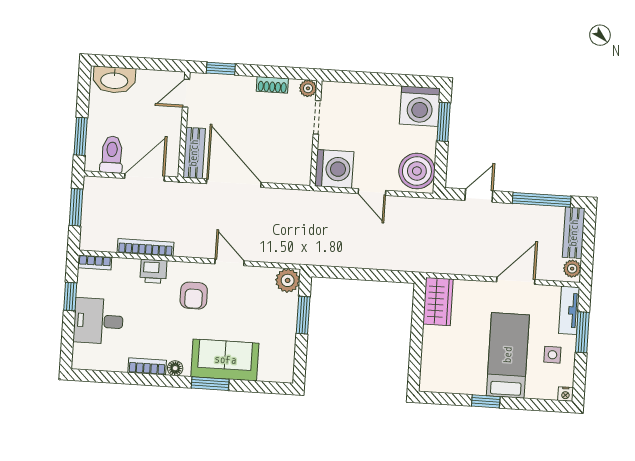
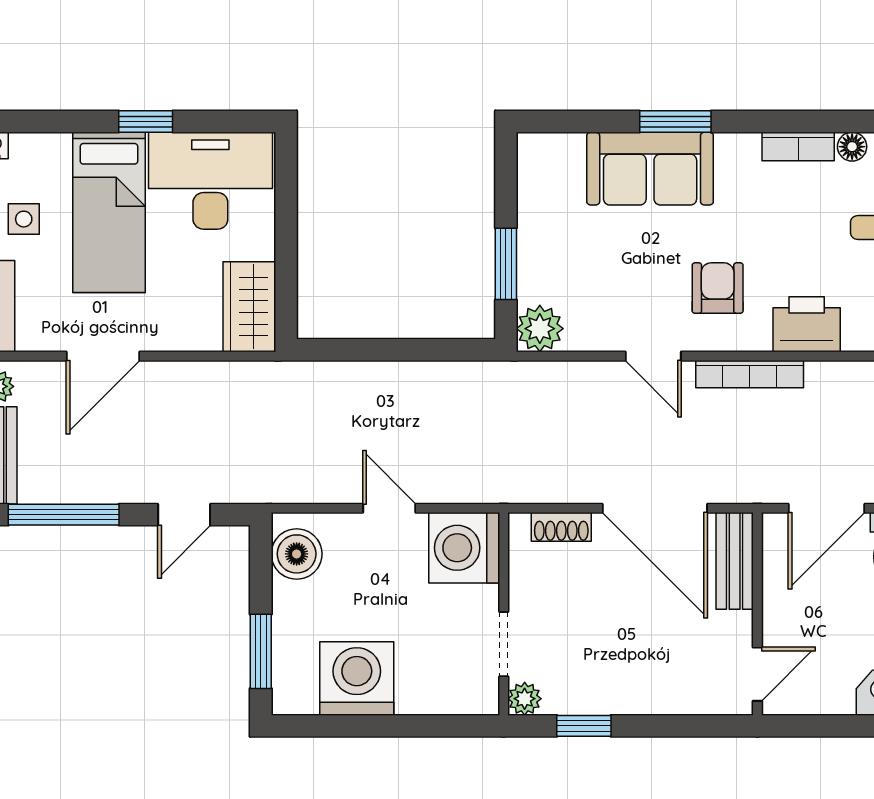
window: (221, 69) -> (584, 726), moved
shoe rack: (272, 85) -> (561, 527), moved, turned 180
washing machine: (420, 106) -> (357, 678), moved
boiler: (417, 171) -> (297, 554), width x0.73, depth x0.73
bookcase: (145, 247) -> (750, 374), moved
printer: (153, 271) -> (807, 324), width x1.36, depth x1.24
floor lamp: (175, 368) -> (852, 147), moved
desk: (454, 368) -> (210, 181), added

